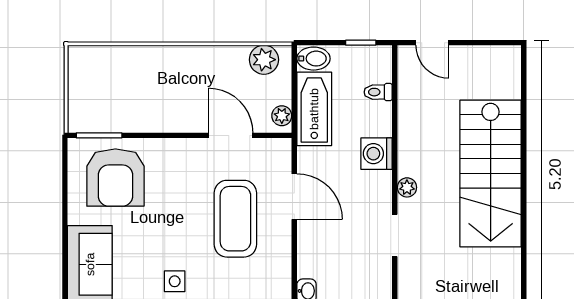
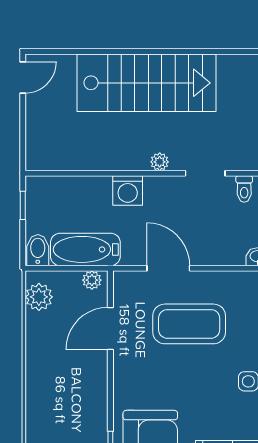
door: (432, 43) -> (23, 78), moved
toilet: (378, 92) -> (244, 189), moved
door: (294, 197) -> (168, 268), hinge flipped

